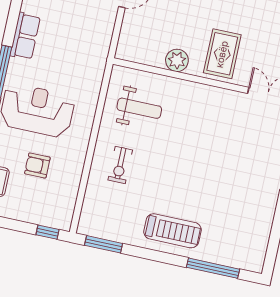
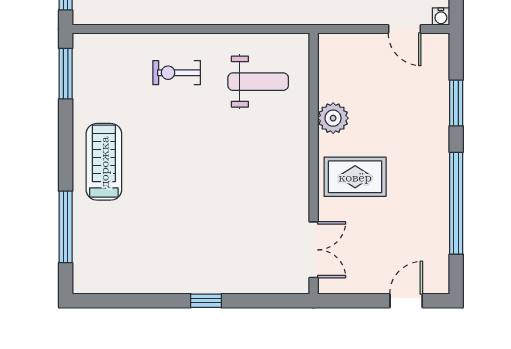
weight bench: (139, 108) -> (258, 82), turned -90
treadmill: (172, 231) -> (104, 162), turned 180

